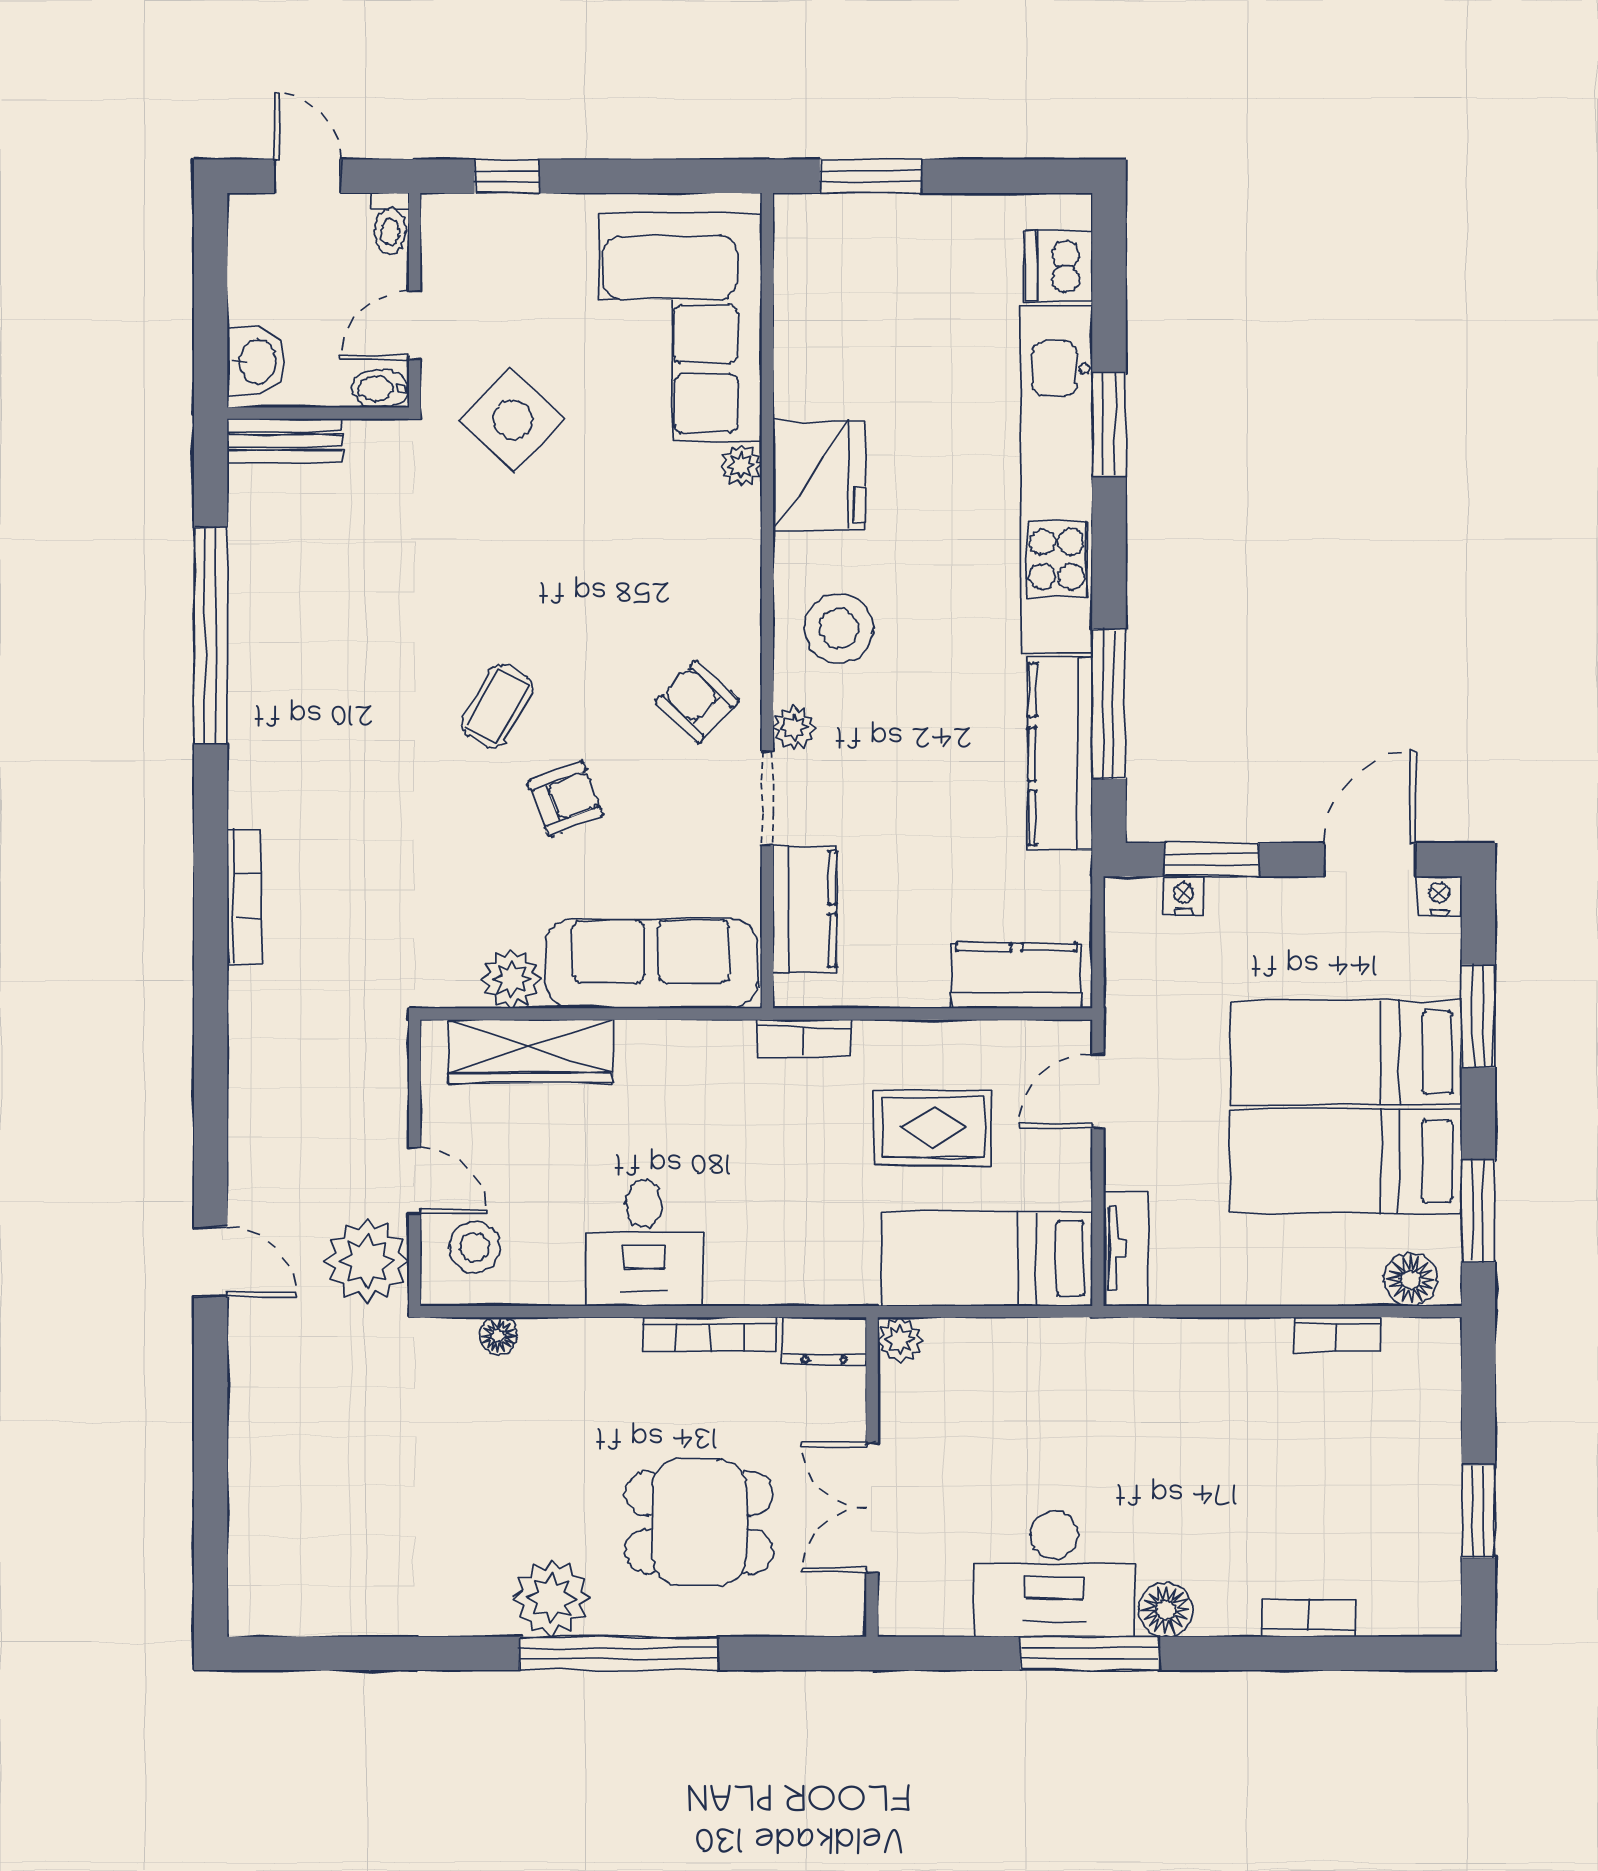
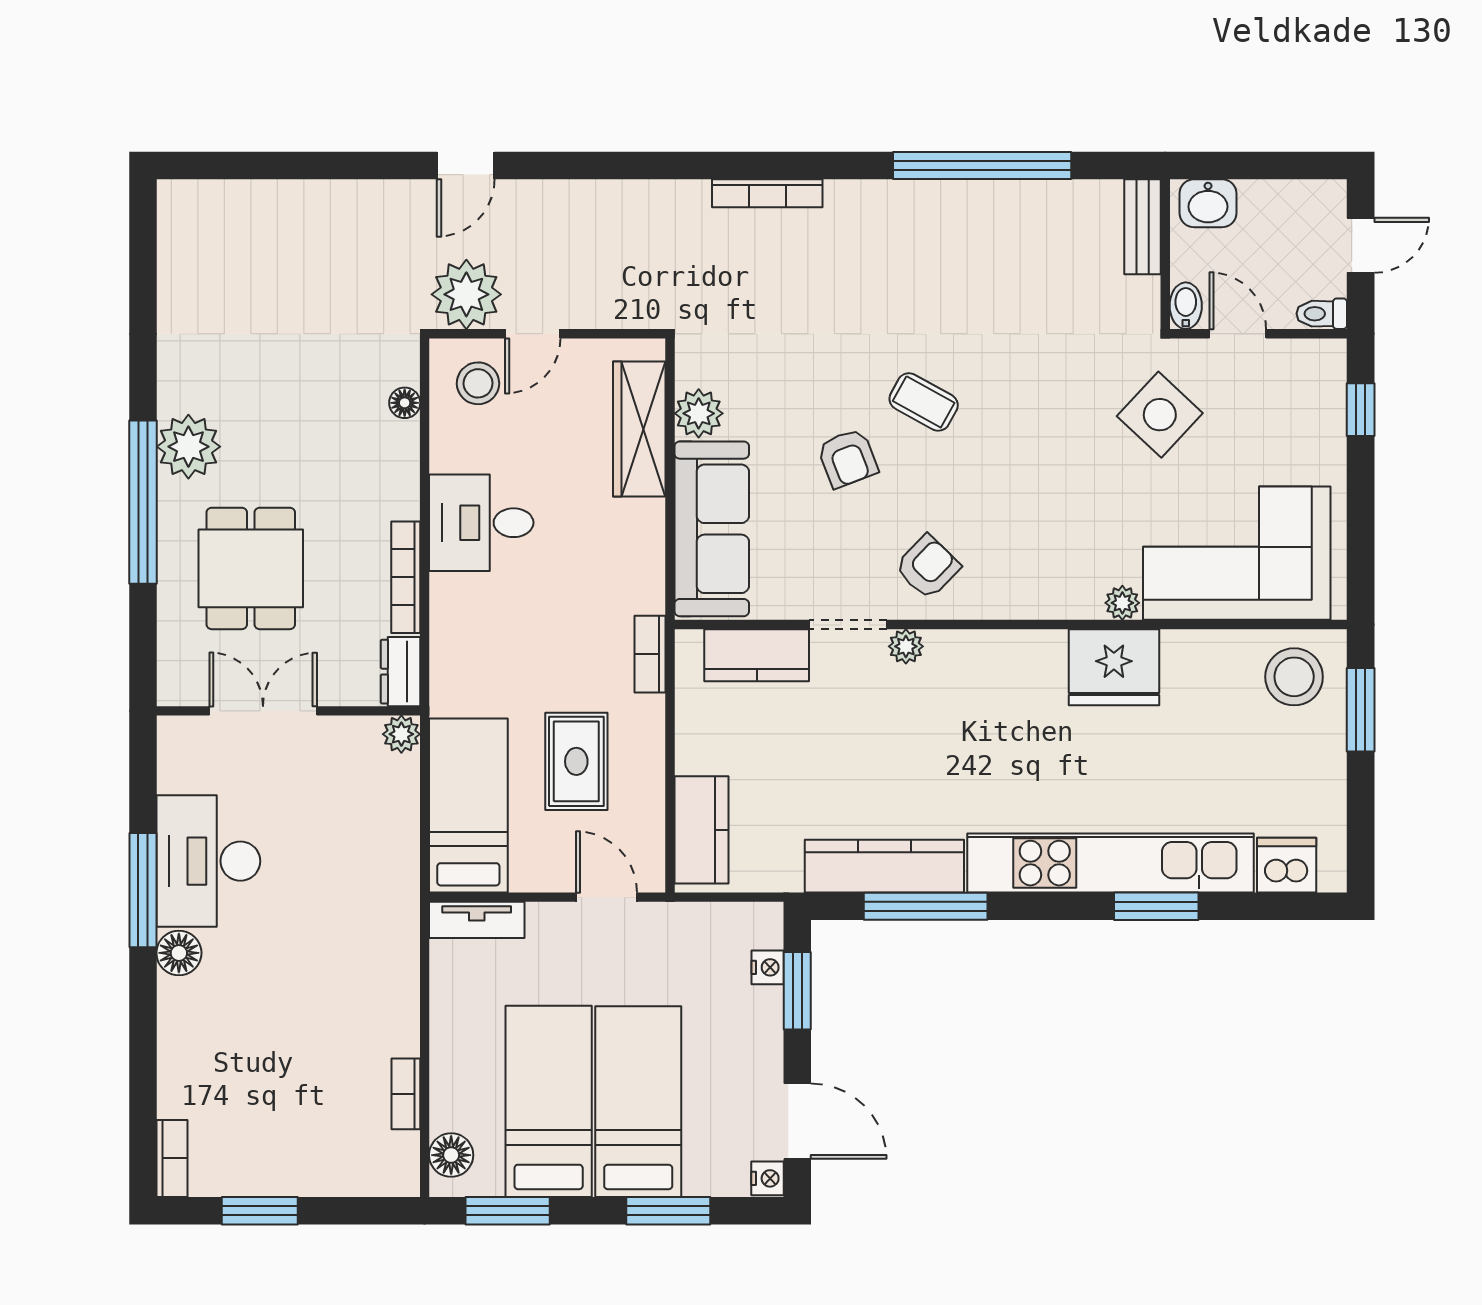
stool: (839, 628) -> (1294, 677), moved
bookcase: (1309, 1618) -> (172, 1158), moved

